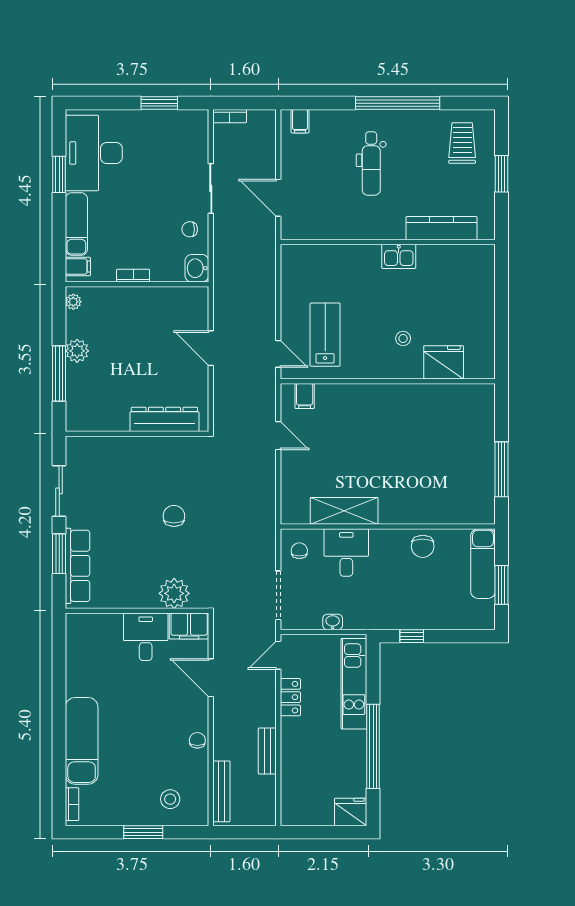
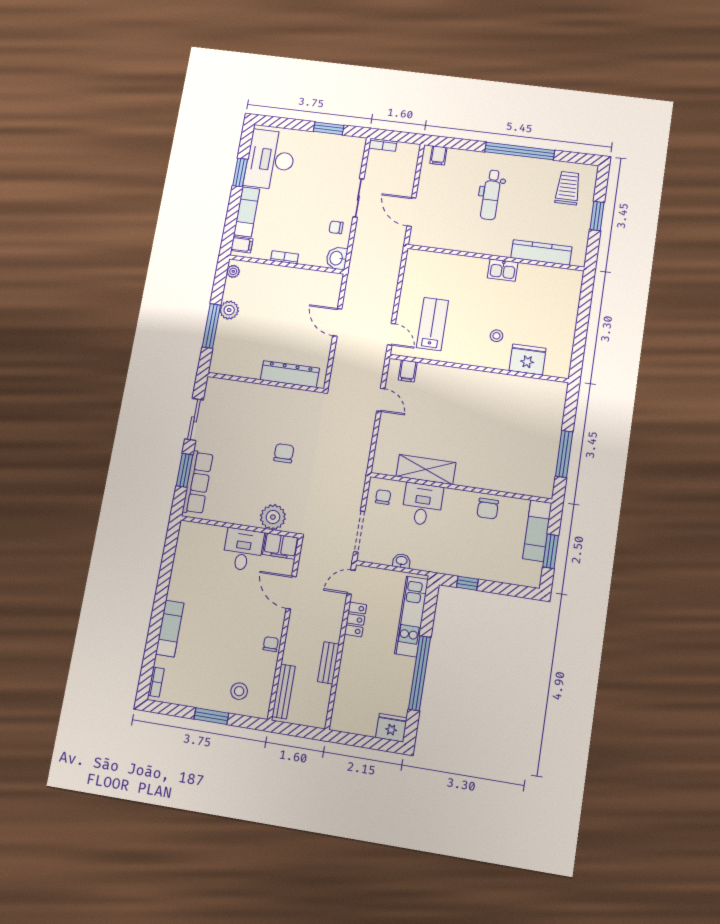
exam couch: (82, 741) -> (170, 628), width x0.73, depth x0.69

